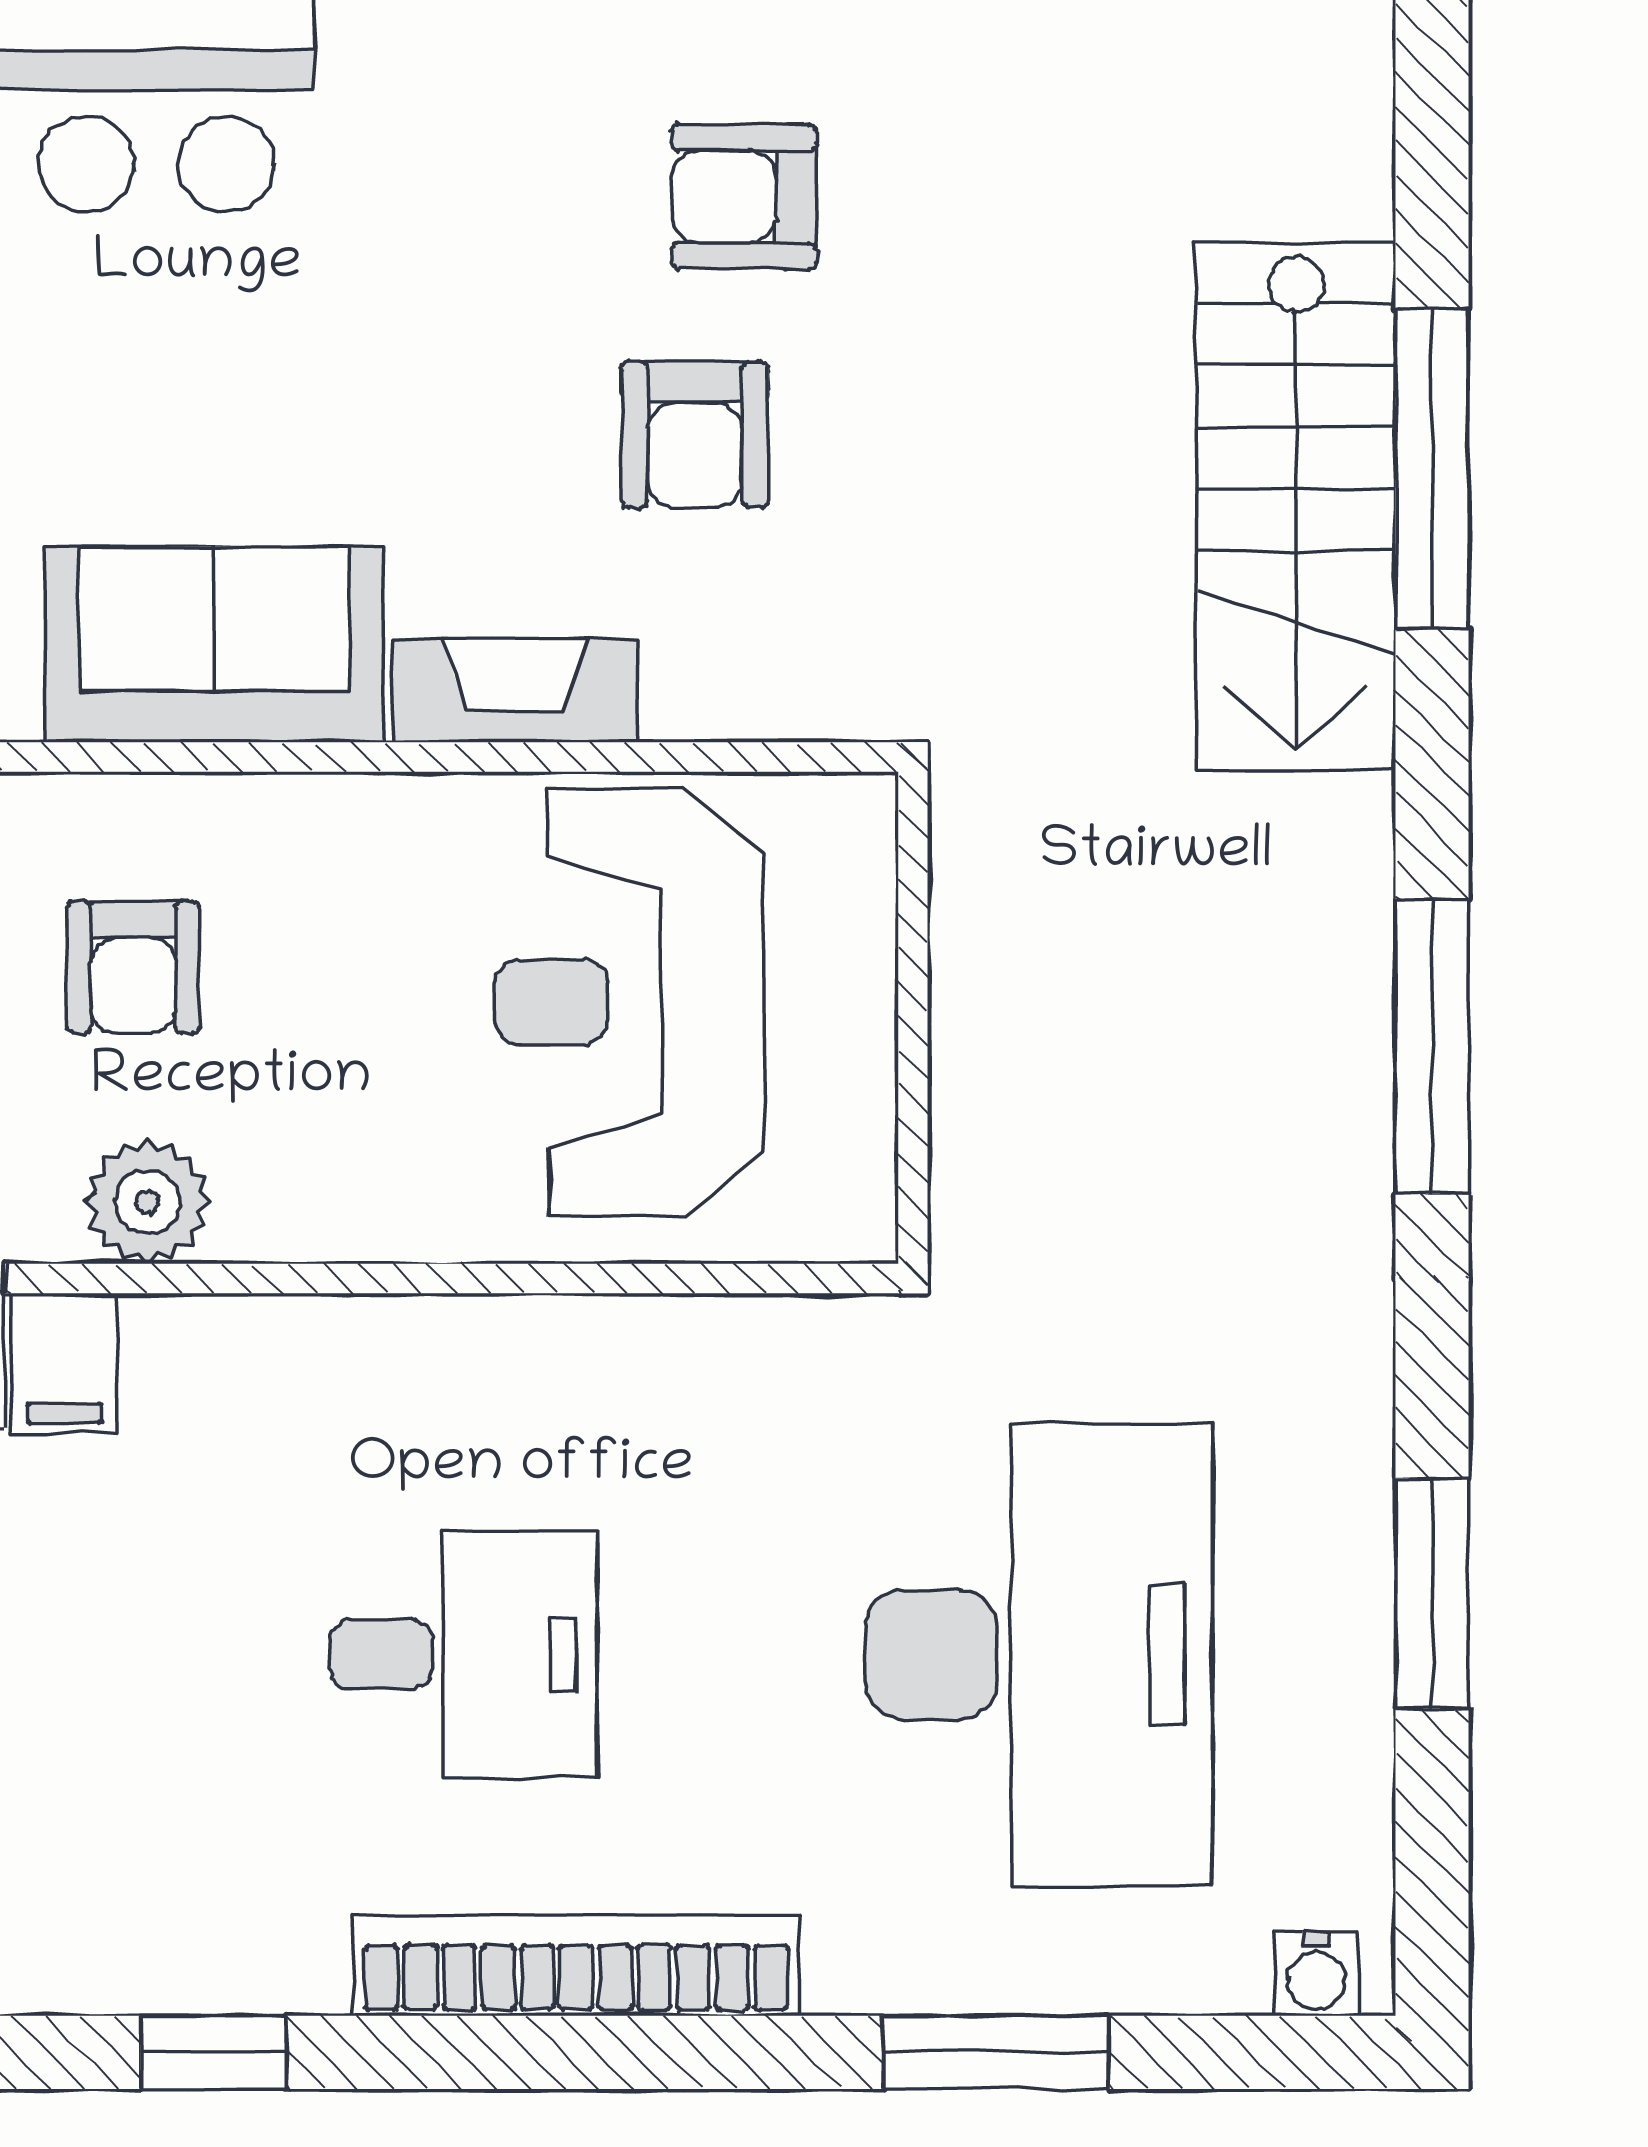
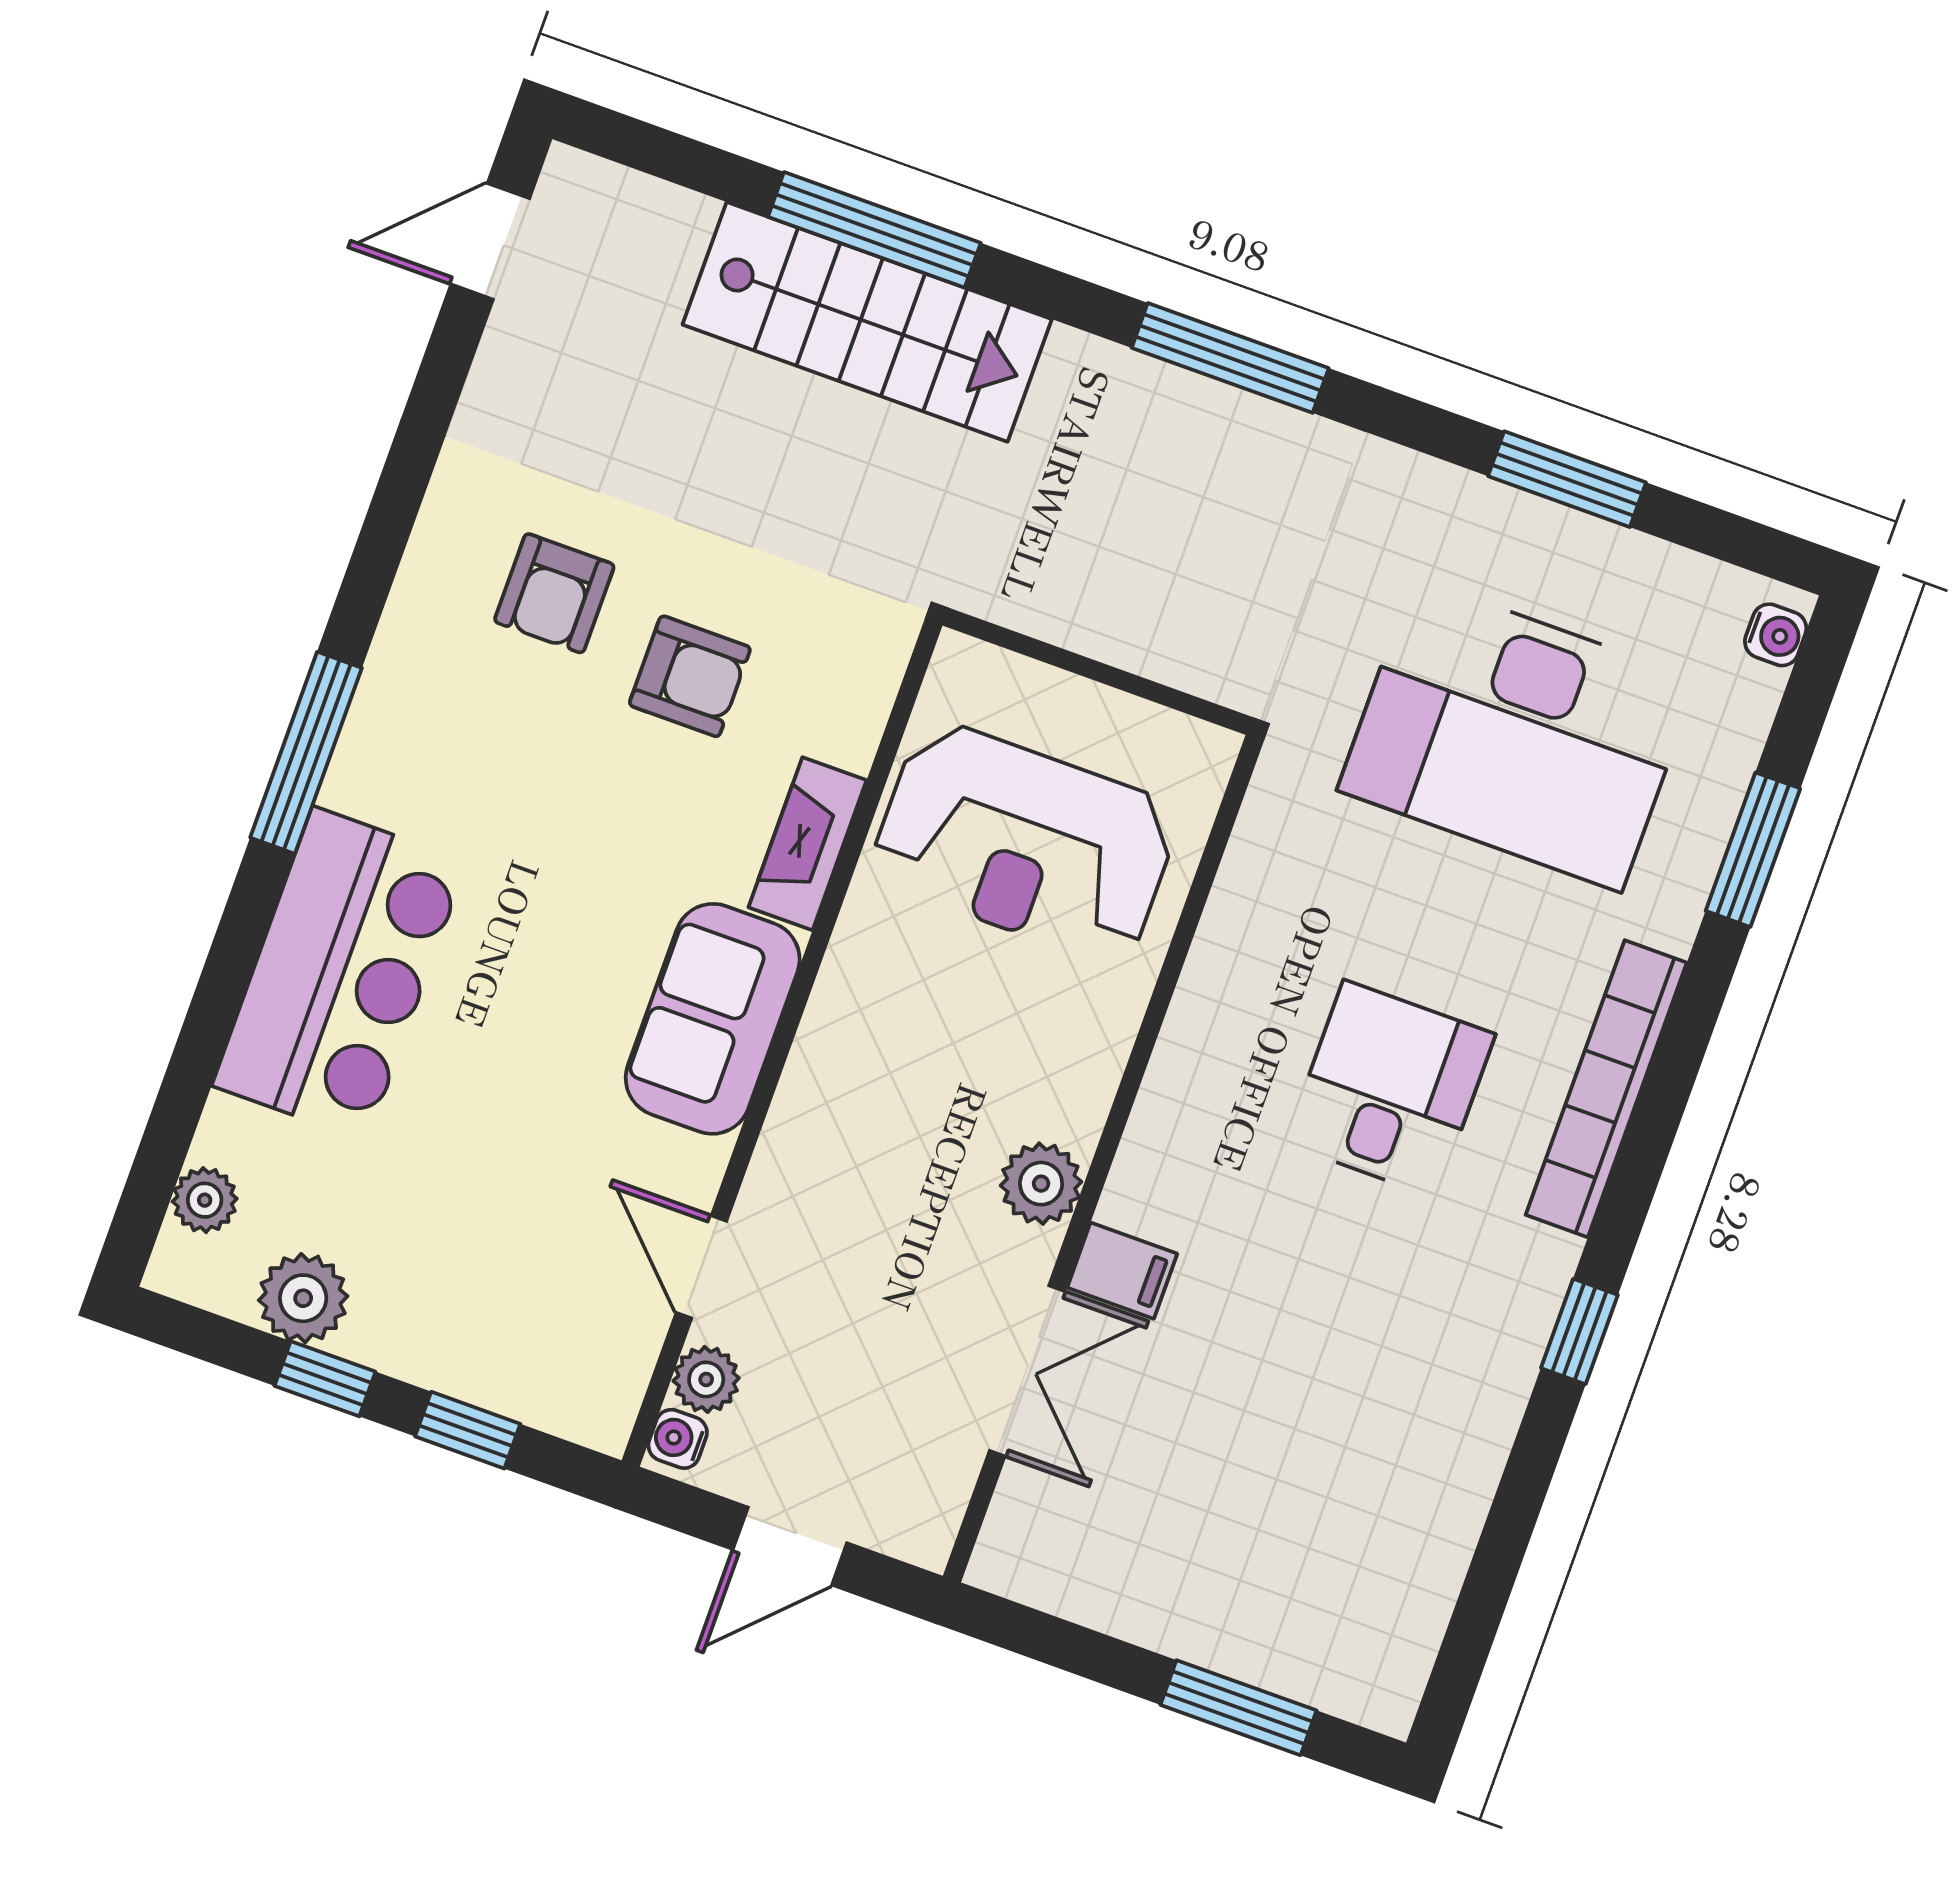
armchair: (133, 967) -> (893, 1140), removed
desk: (1039, 1655) -> (1517, 735), turned 180

